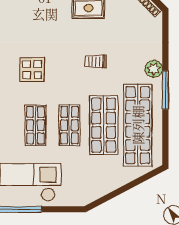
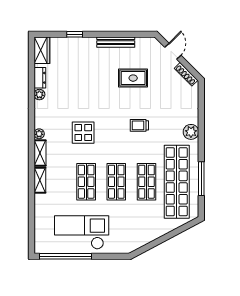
window: (165, 90) -> (201, 179), moved
shop shelf: (104, 125) -> (146, 182), width x0.70, depth x0.74

